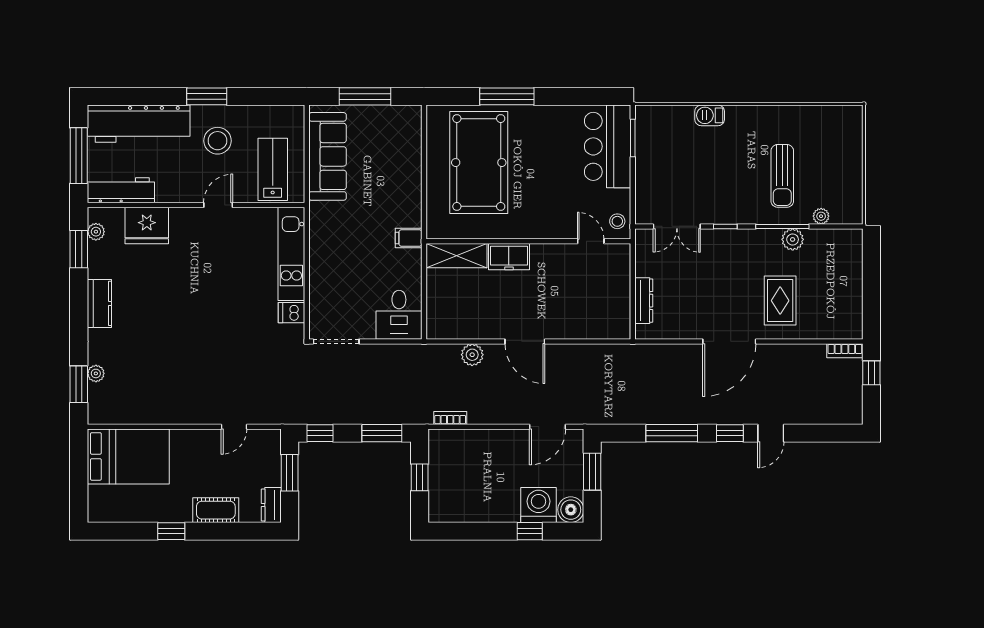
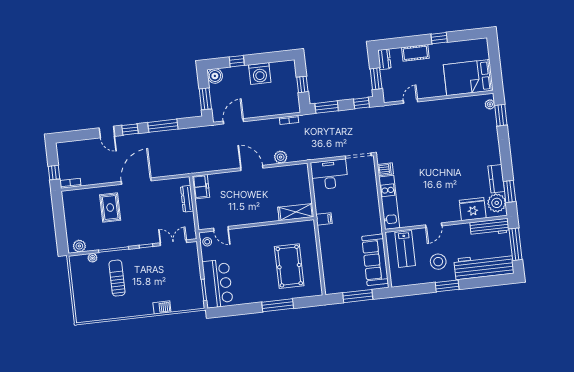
pool table: (479, 163) -> (289, 266), width x0.73, depth x0.76
plant: (96, 232) -> (497, 203), width x1.88, depth x1.88
plant: (793, 239) -> (79, 246), moved
freezer: (509, 257) -> (201, 187), moved, turned 90
kitchen counter: (99, 303) -> (496, 179), moved
desk: (399, 315) -> (329, 174), width x1.37
plant: (96, 373) -> (490, 104), moved
door: (771, 433) -> (107, 132), swing flipped
washing machine: (539, 505) -> (260, 74), moved

